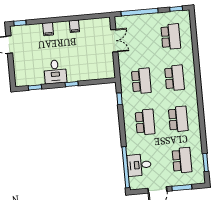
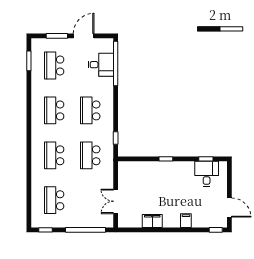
filing cabinet: (74, 26) -> (152, 221), width x2.00
desk: (55, 72) -> (207, 174), moved

